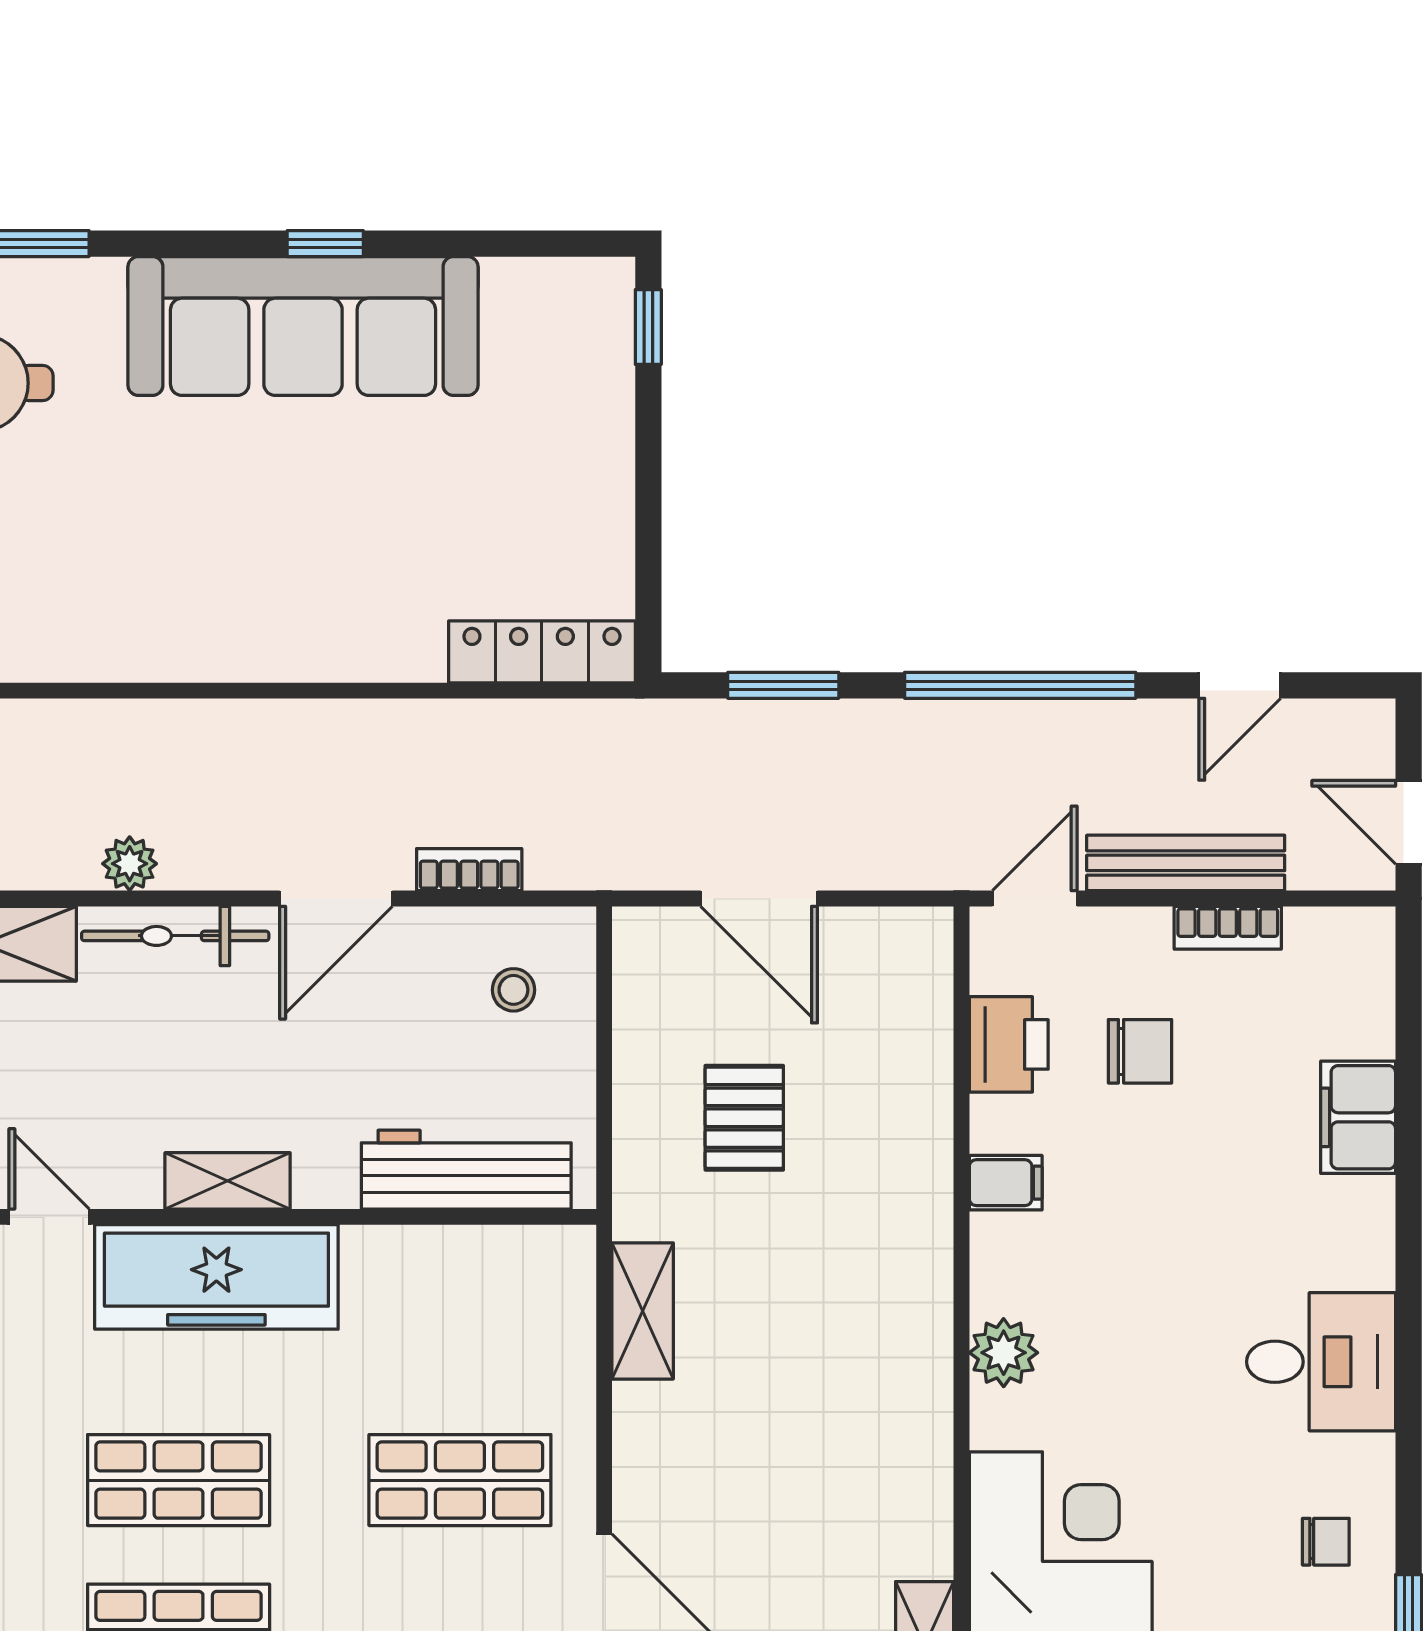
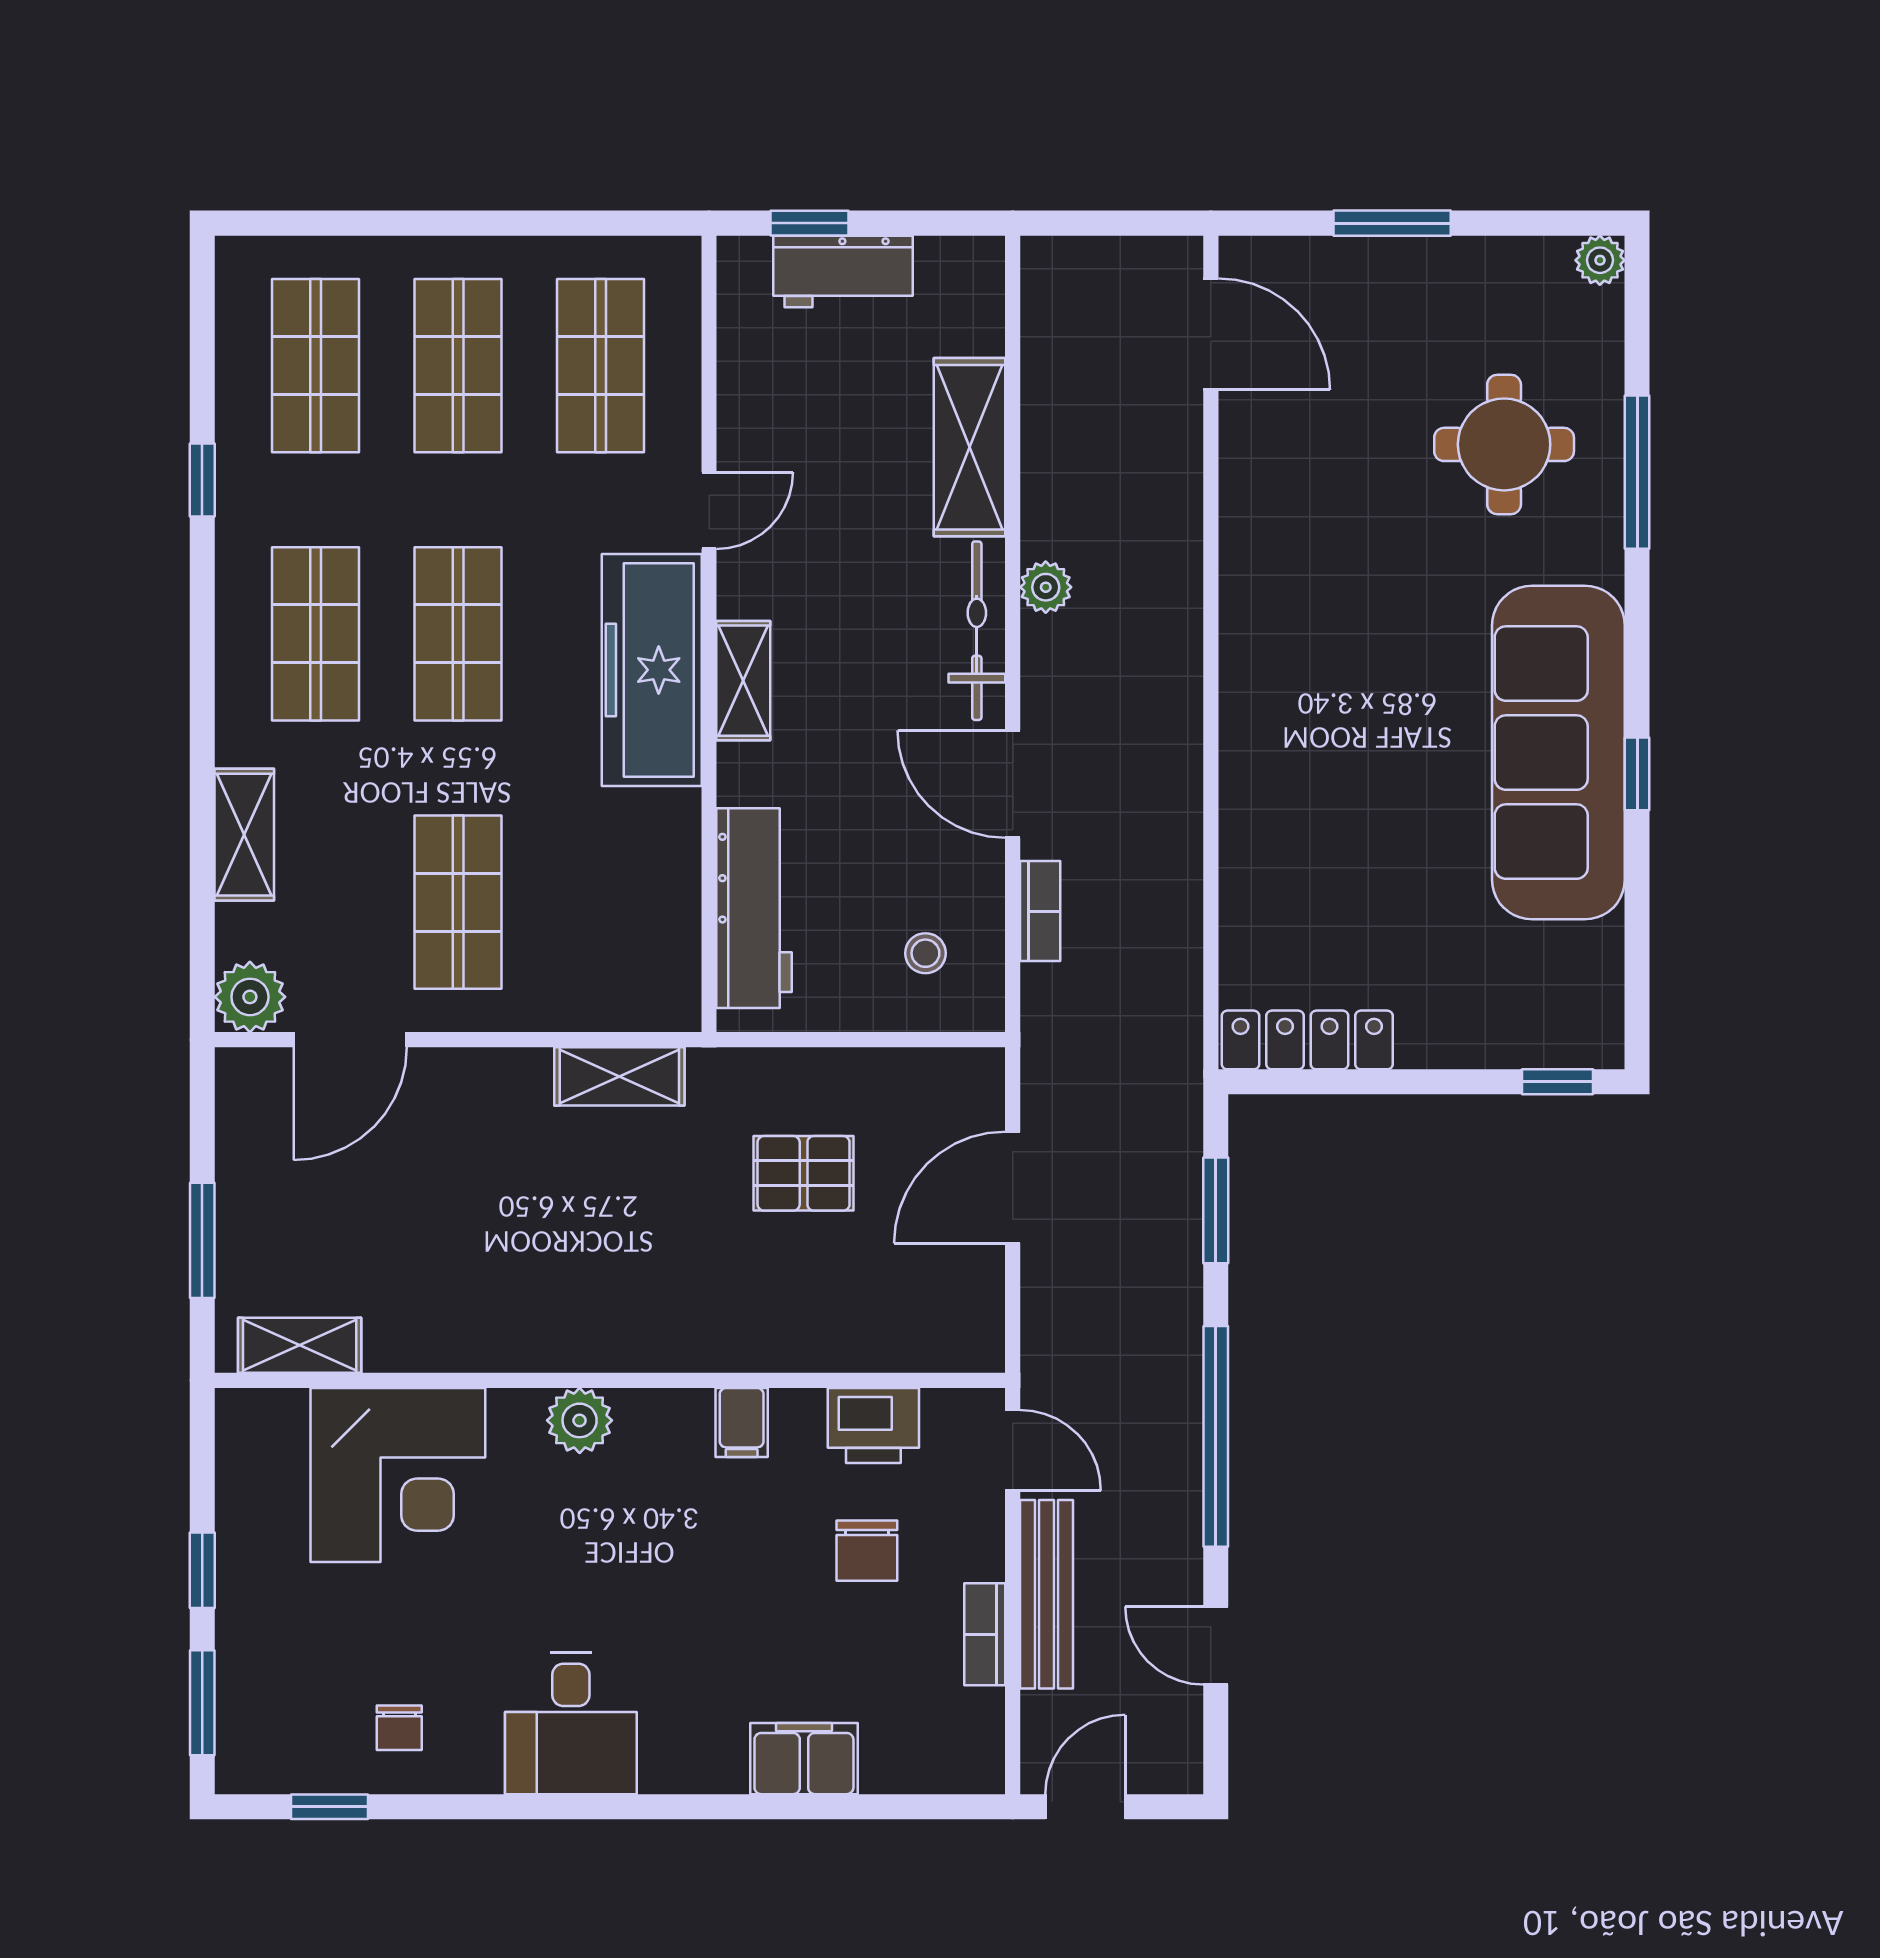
locker: (542, 652) -> (1307, 1040), moved, turned -90

